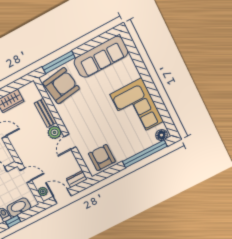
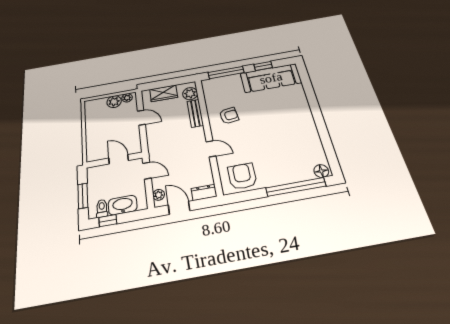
window: (91, 45) -> (263, 66), added
armchair: (61, 86) -> (229, 116), moved, width x0.53, depth x0.53
corner sofa: (137, 108) -> (298, 134), removed
plant: (55, 132) -> (190, 94), moved
door: (70, 142) -> (211, 149), swing flipped

